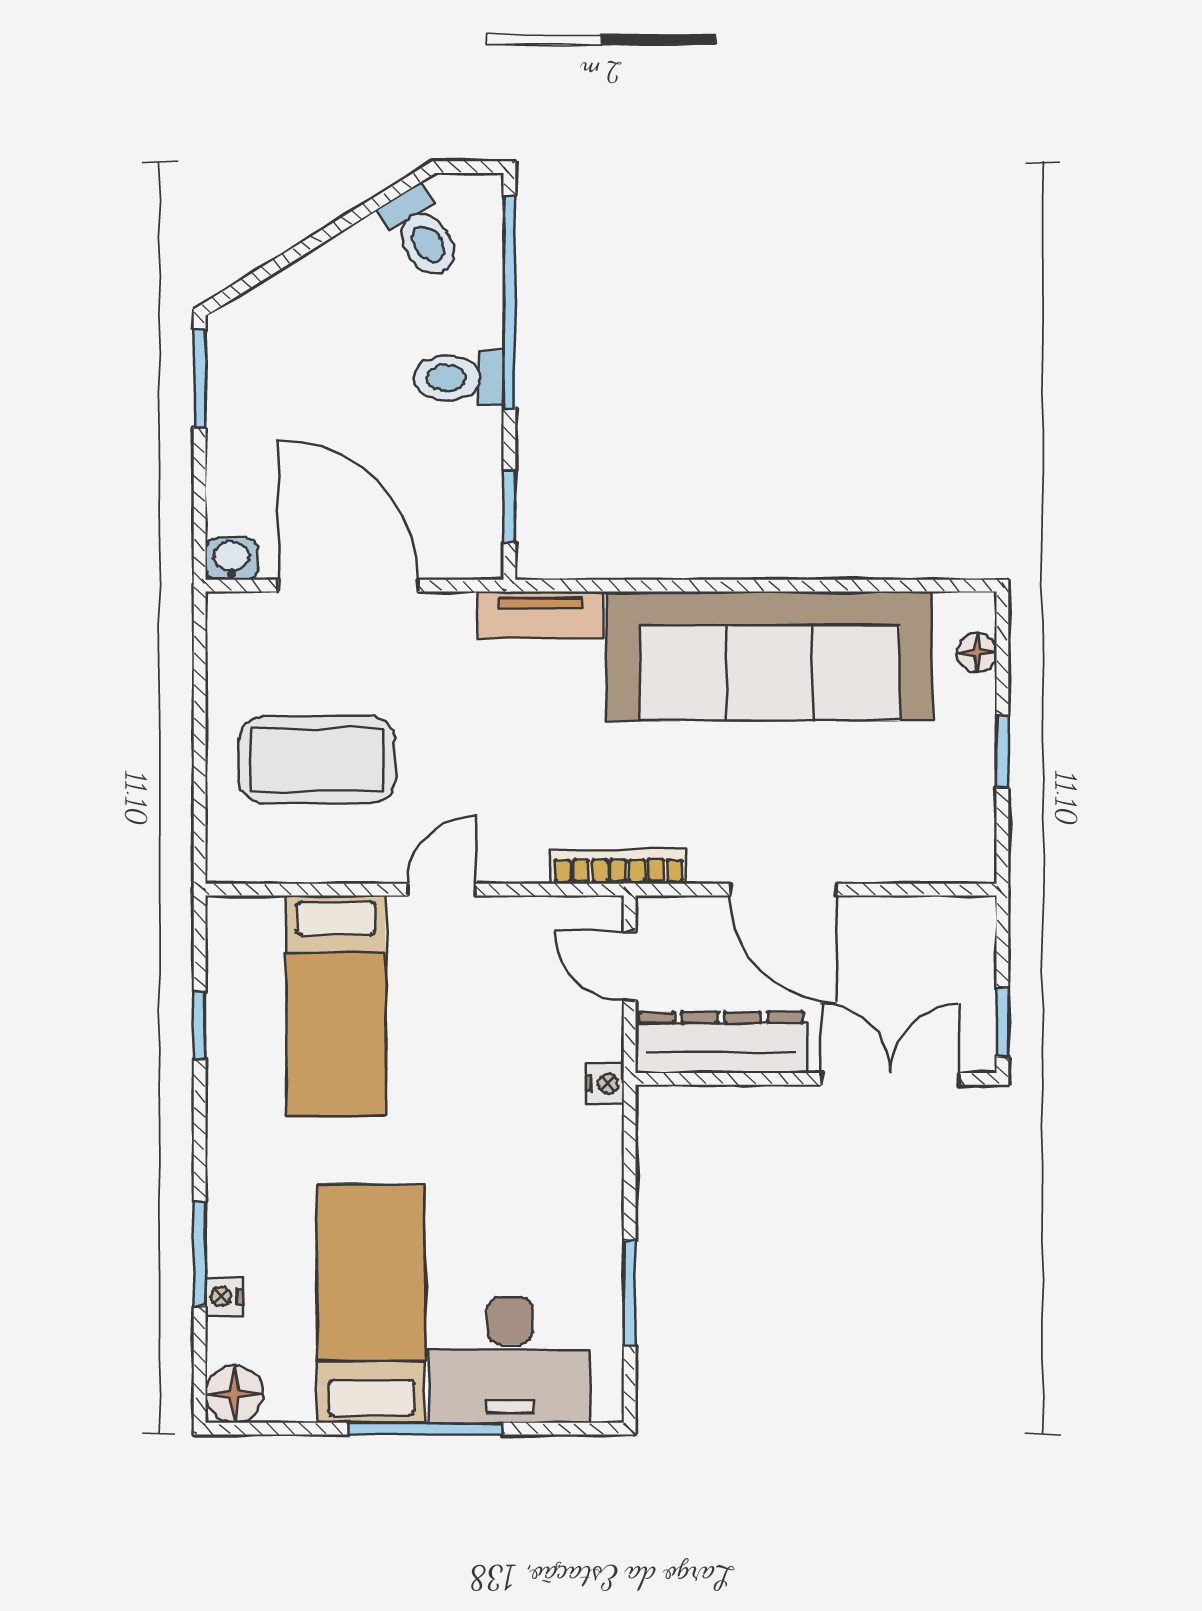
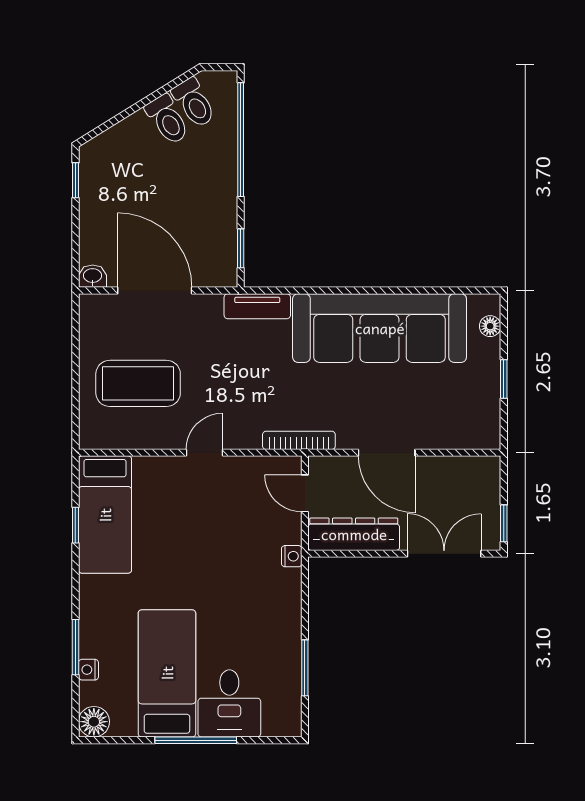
toilet: (459, 378) -> (167, 119), moved, turned -122
window: (200, 379) -> (75, 180), width x0.67
bed: (336, 1006) -> (105, 515), moved
desk: (510, 1360) -> (229, 703), width x0.73

